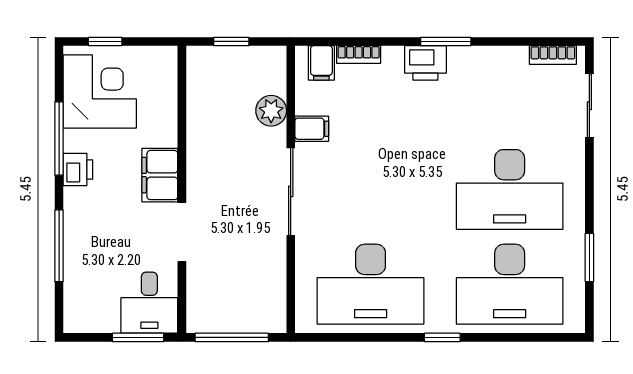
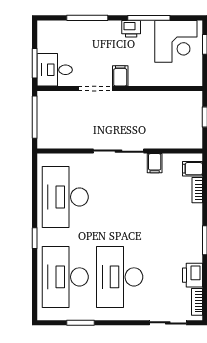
printer: (425, 63) -> (192, 275), moved
plant: (271, 111) -> (165, 140), removed
filing cabinet: (160, 175) -> (120, 76), width x0.50

